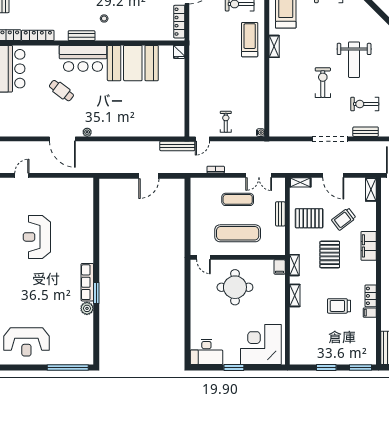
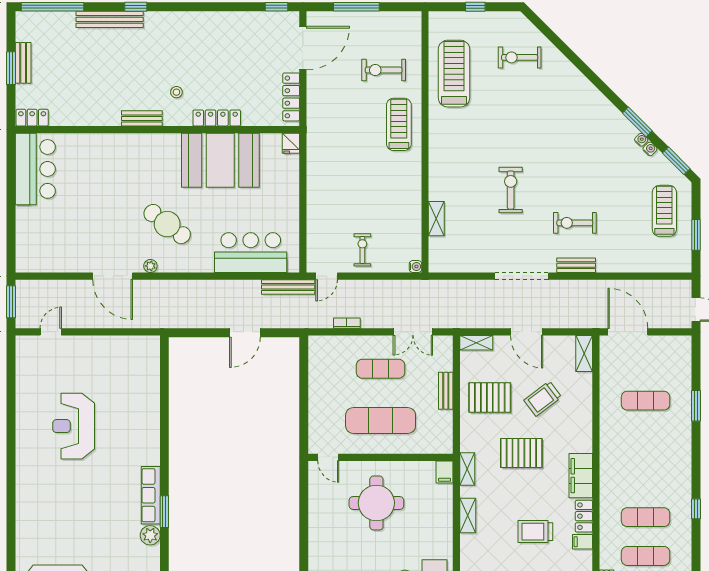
locker: (38, 35) -> (217, 118), moved
shelving: (274, 46) -> (436, 219), moved
bar counter: (83, 58) -> (251, 253), moved, turned 180
weight bench: (354, 60) -> (558, 155), removed
cafe table: (61, 91) -> (167, 224), moved, width x1.37, depth x1.35
filing cabinet: (369, 246) -> (581, 476), moved
pallet: (330, 254) -> (521, 453), turned 90

